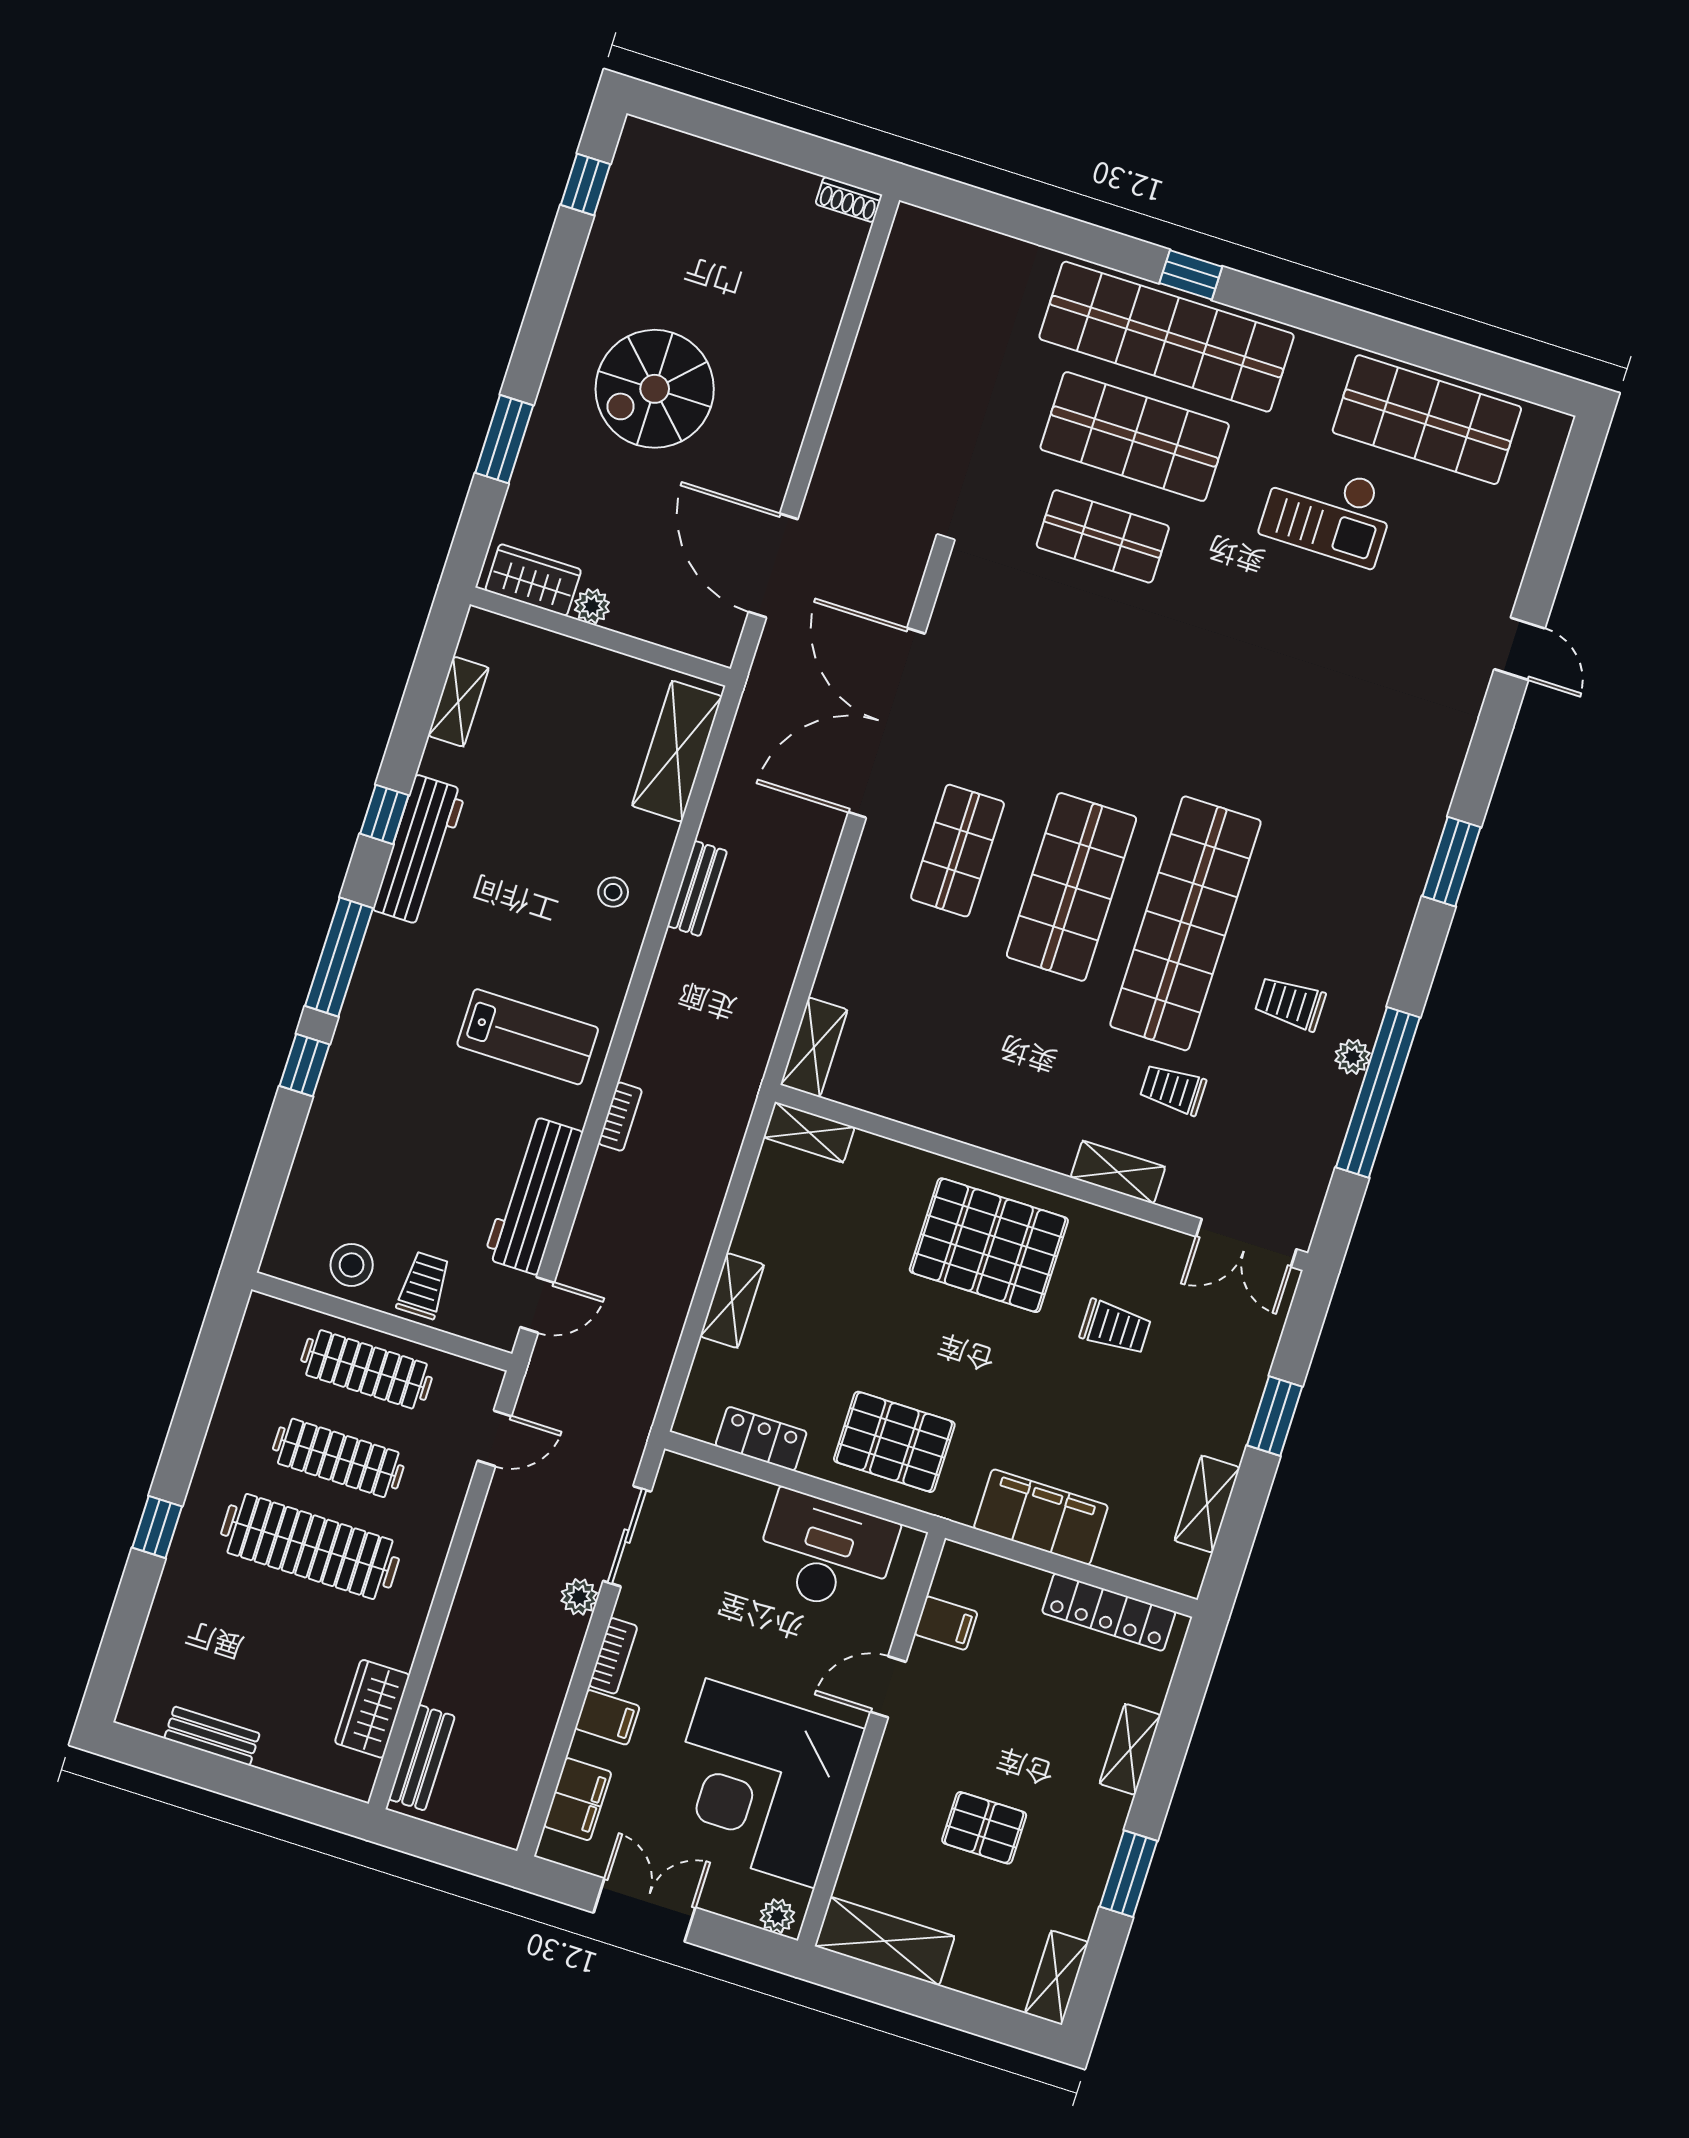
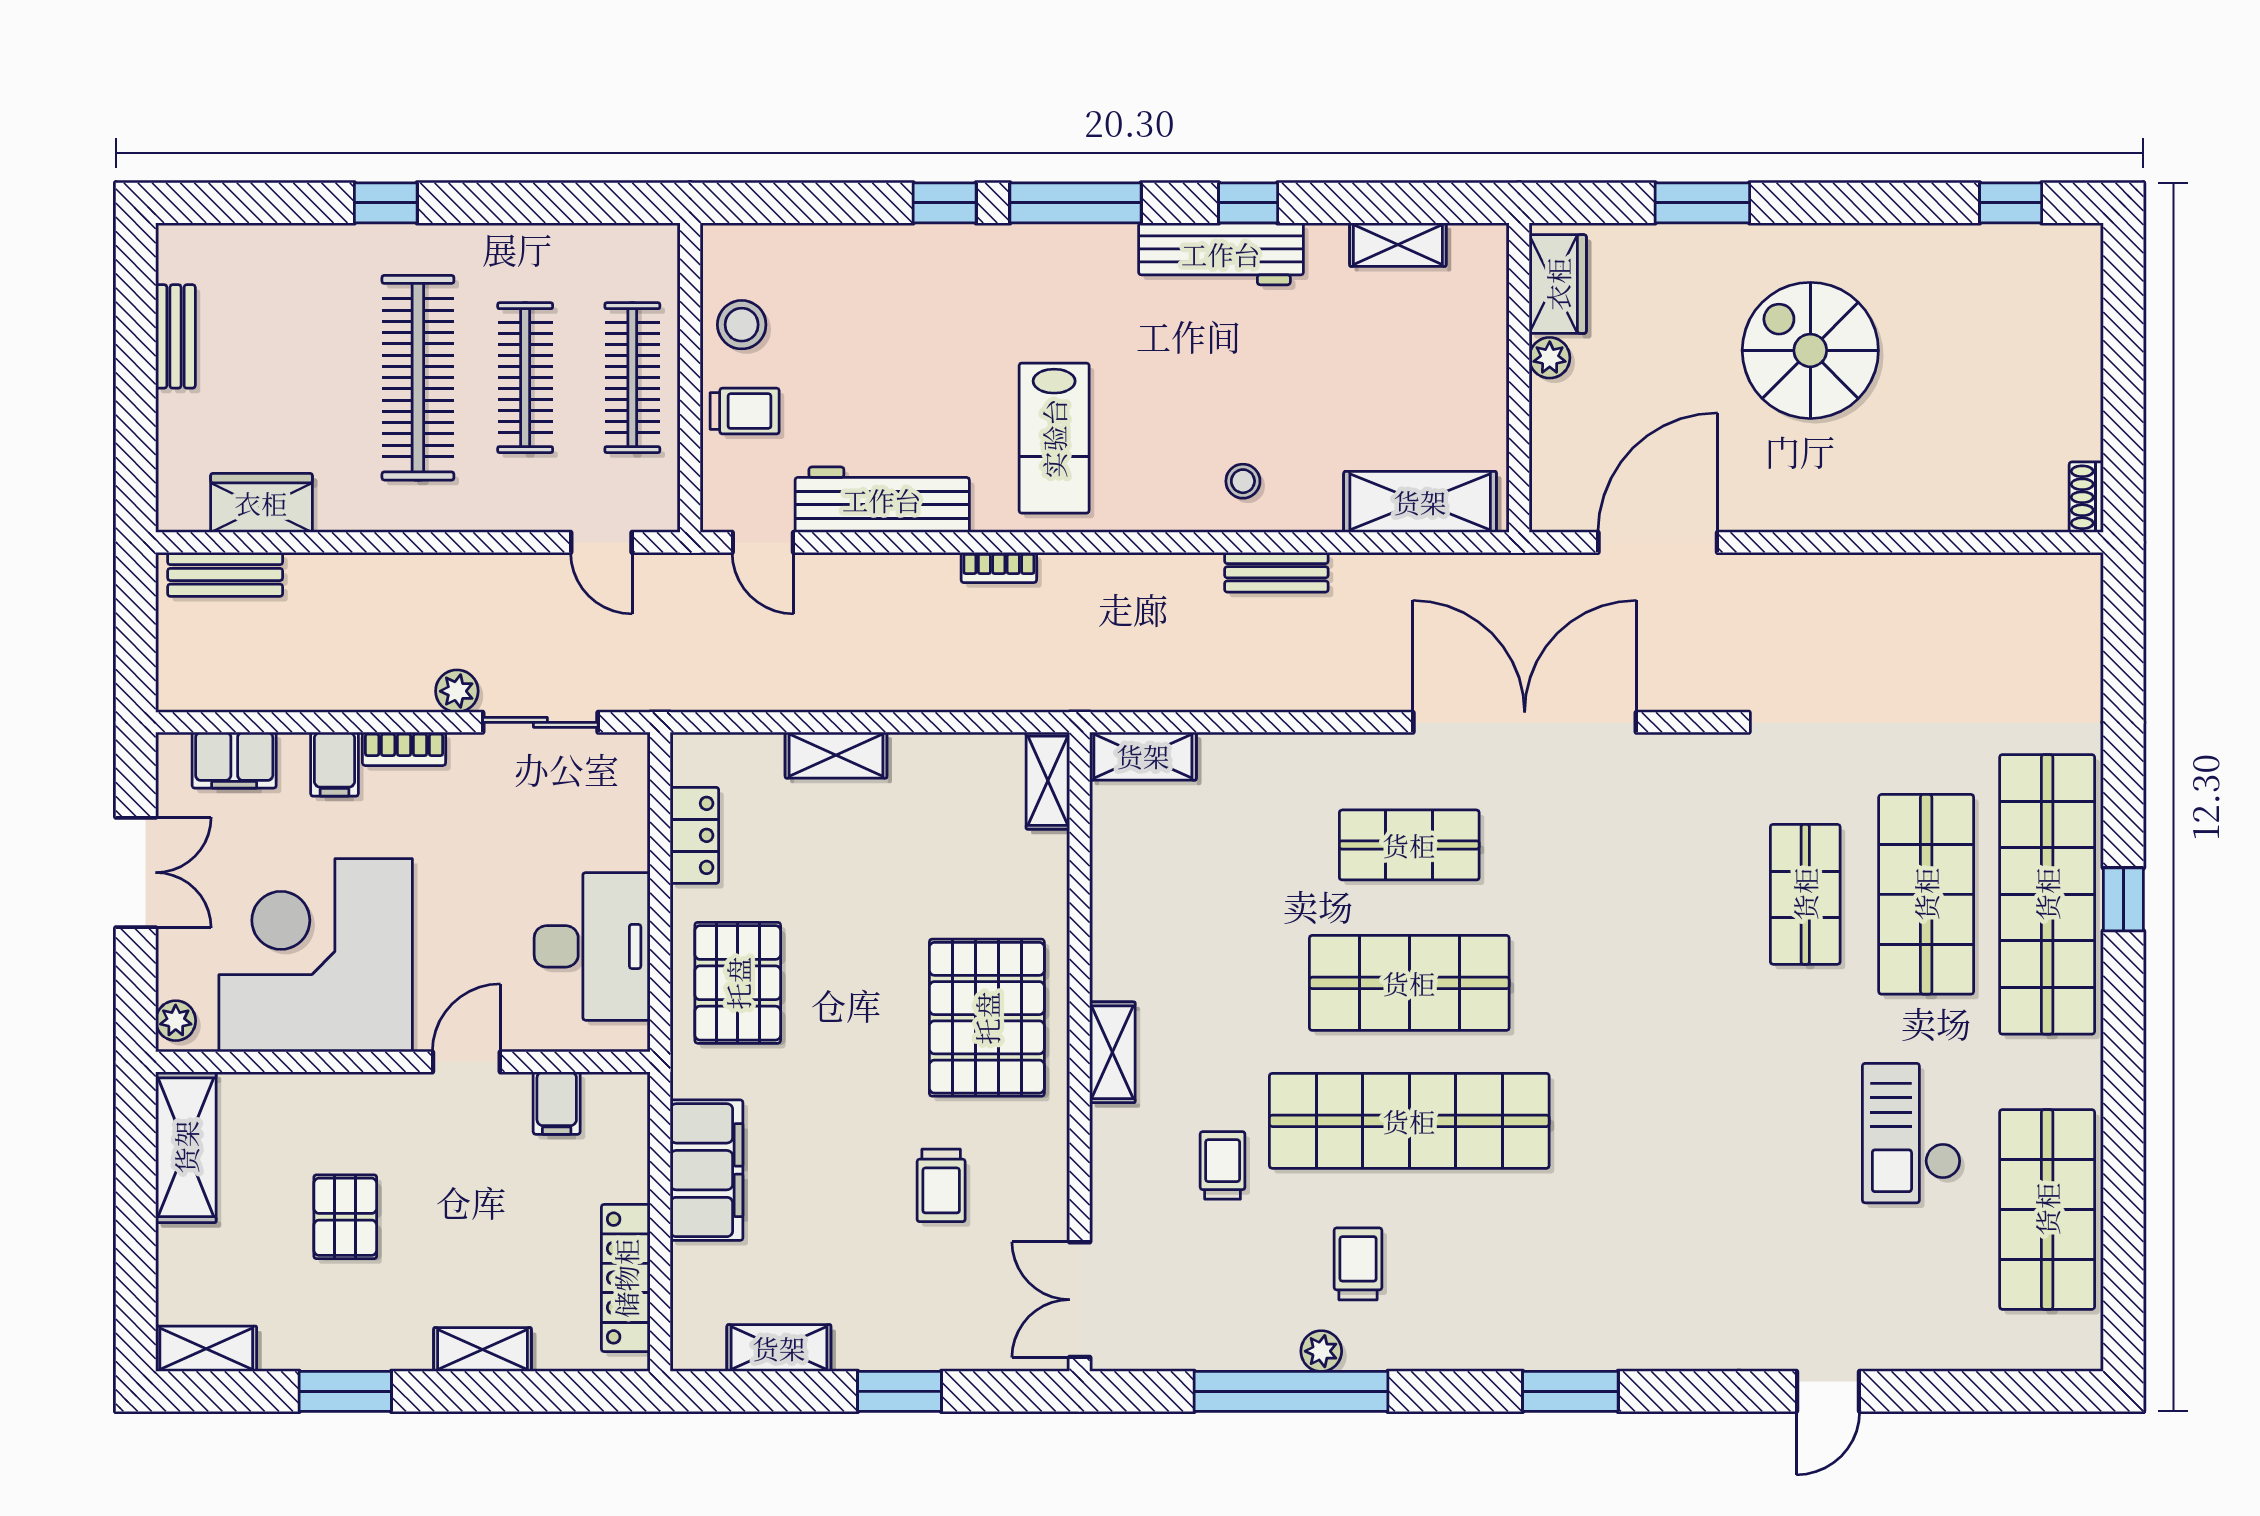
shelving: (1118, 1172) -> (1112, 1052), moved
door: (888, 1687) -> (466, 1062), hinge flipped

